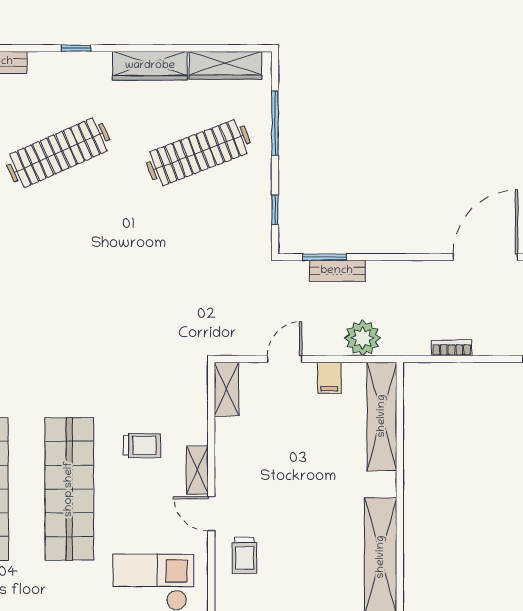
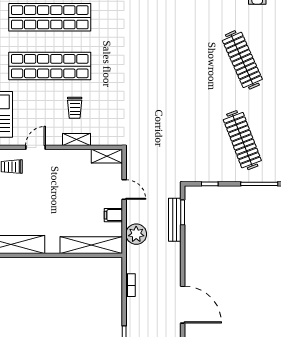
bench: (337, 271) -> (175, 220), width x1.36
shelving: (197, 470) -> (77, 139), moved

